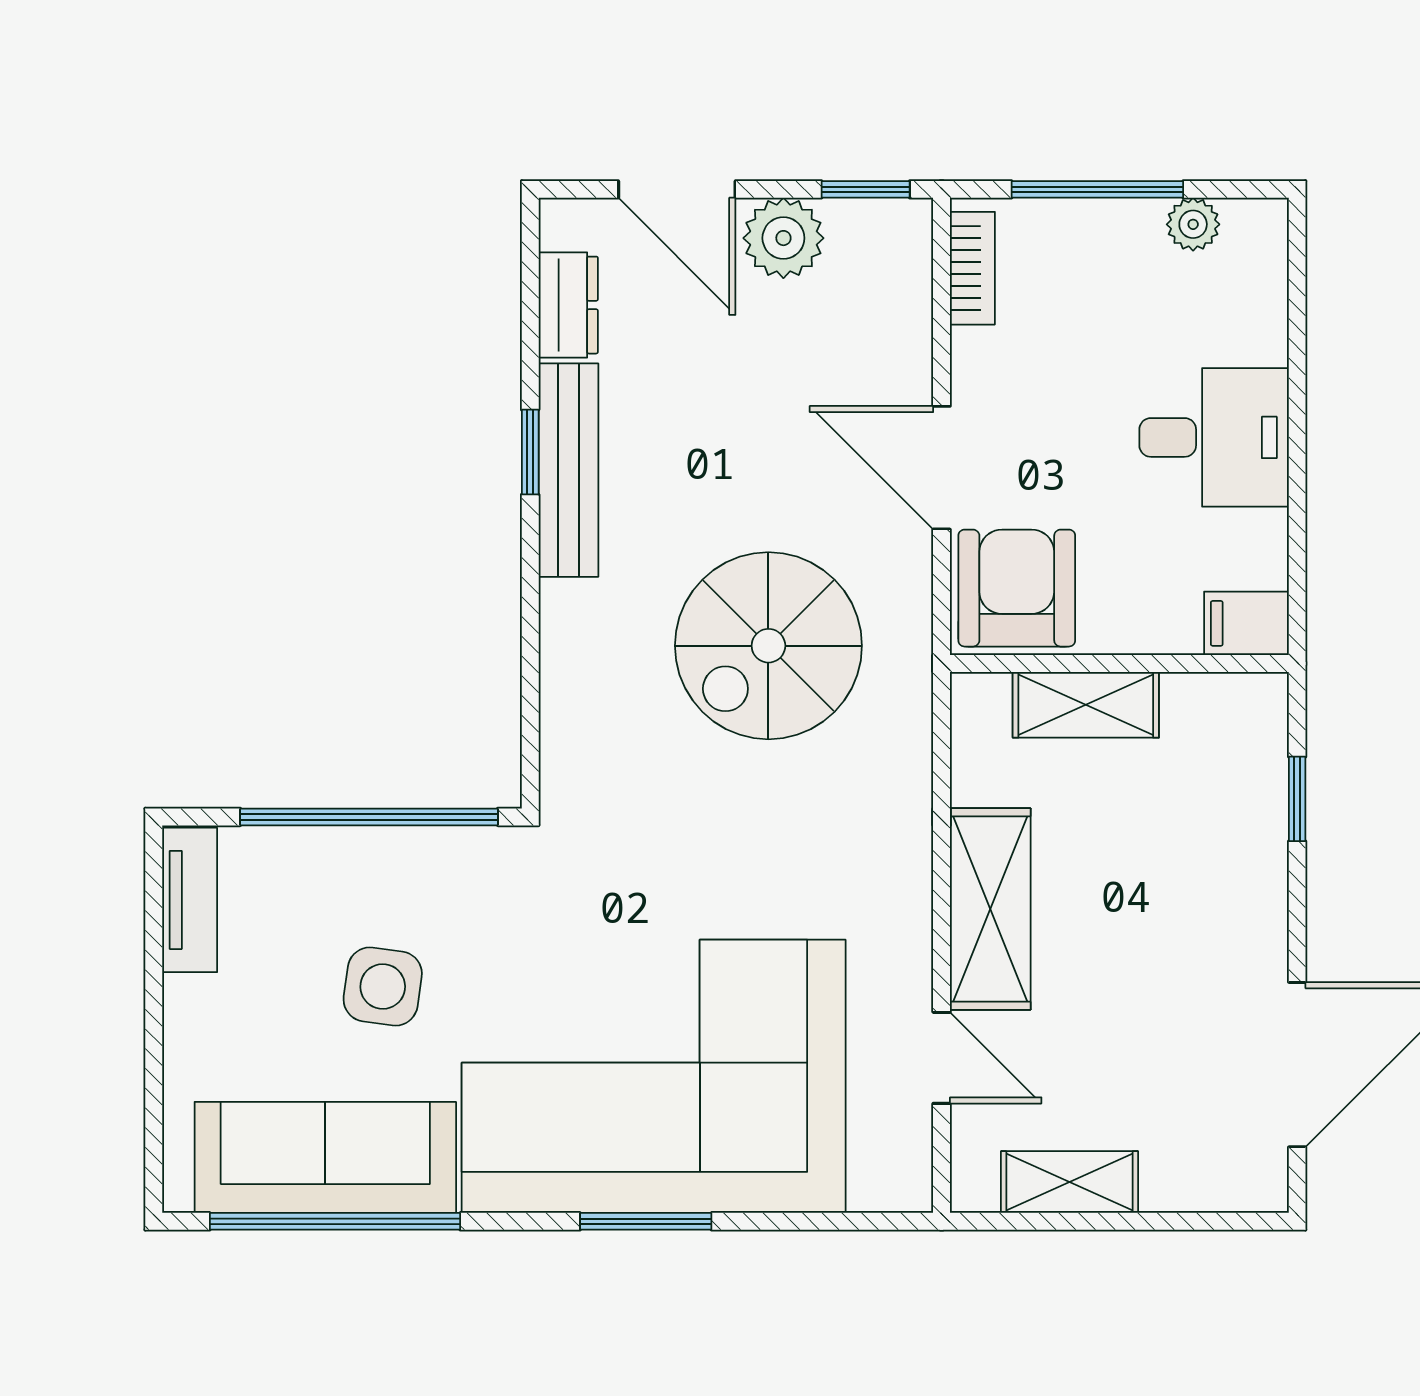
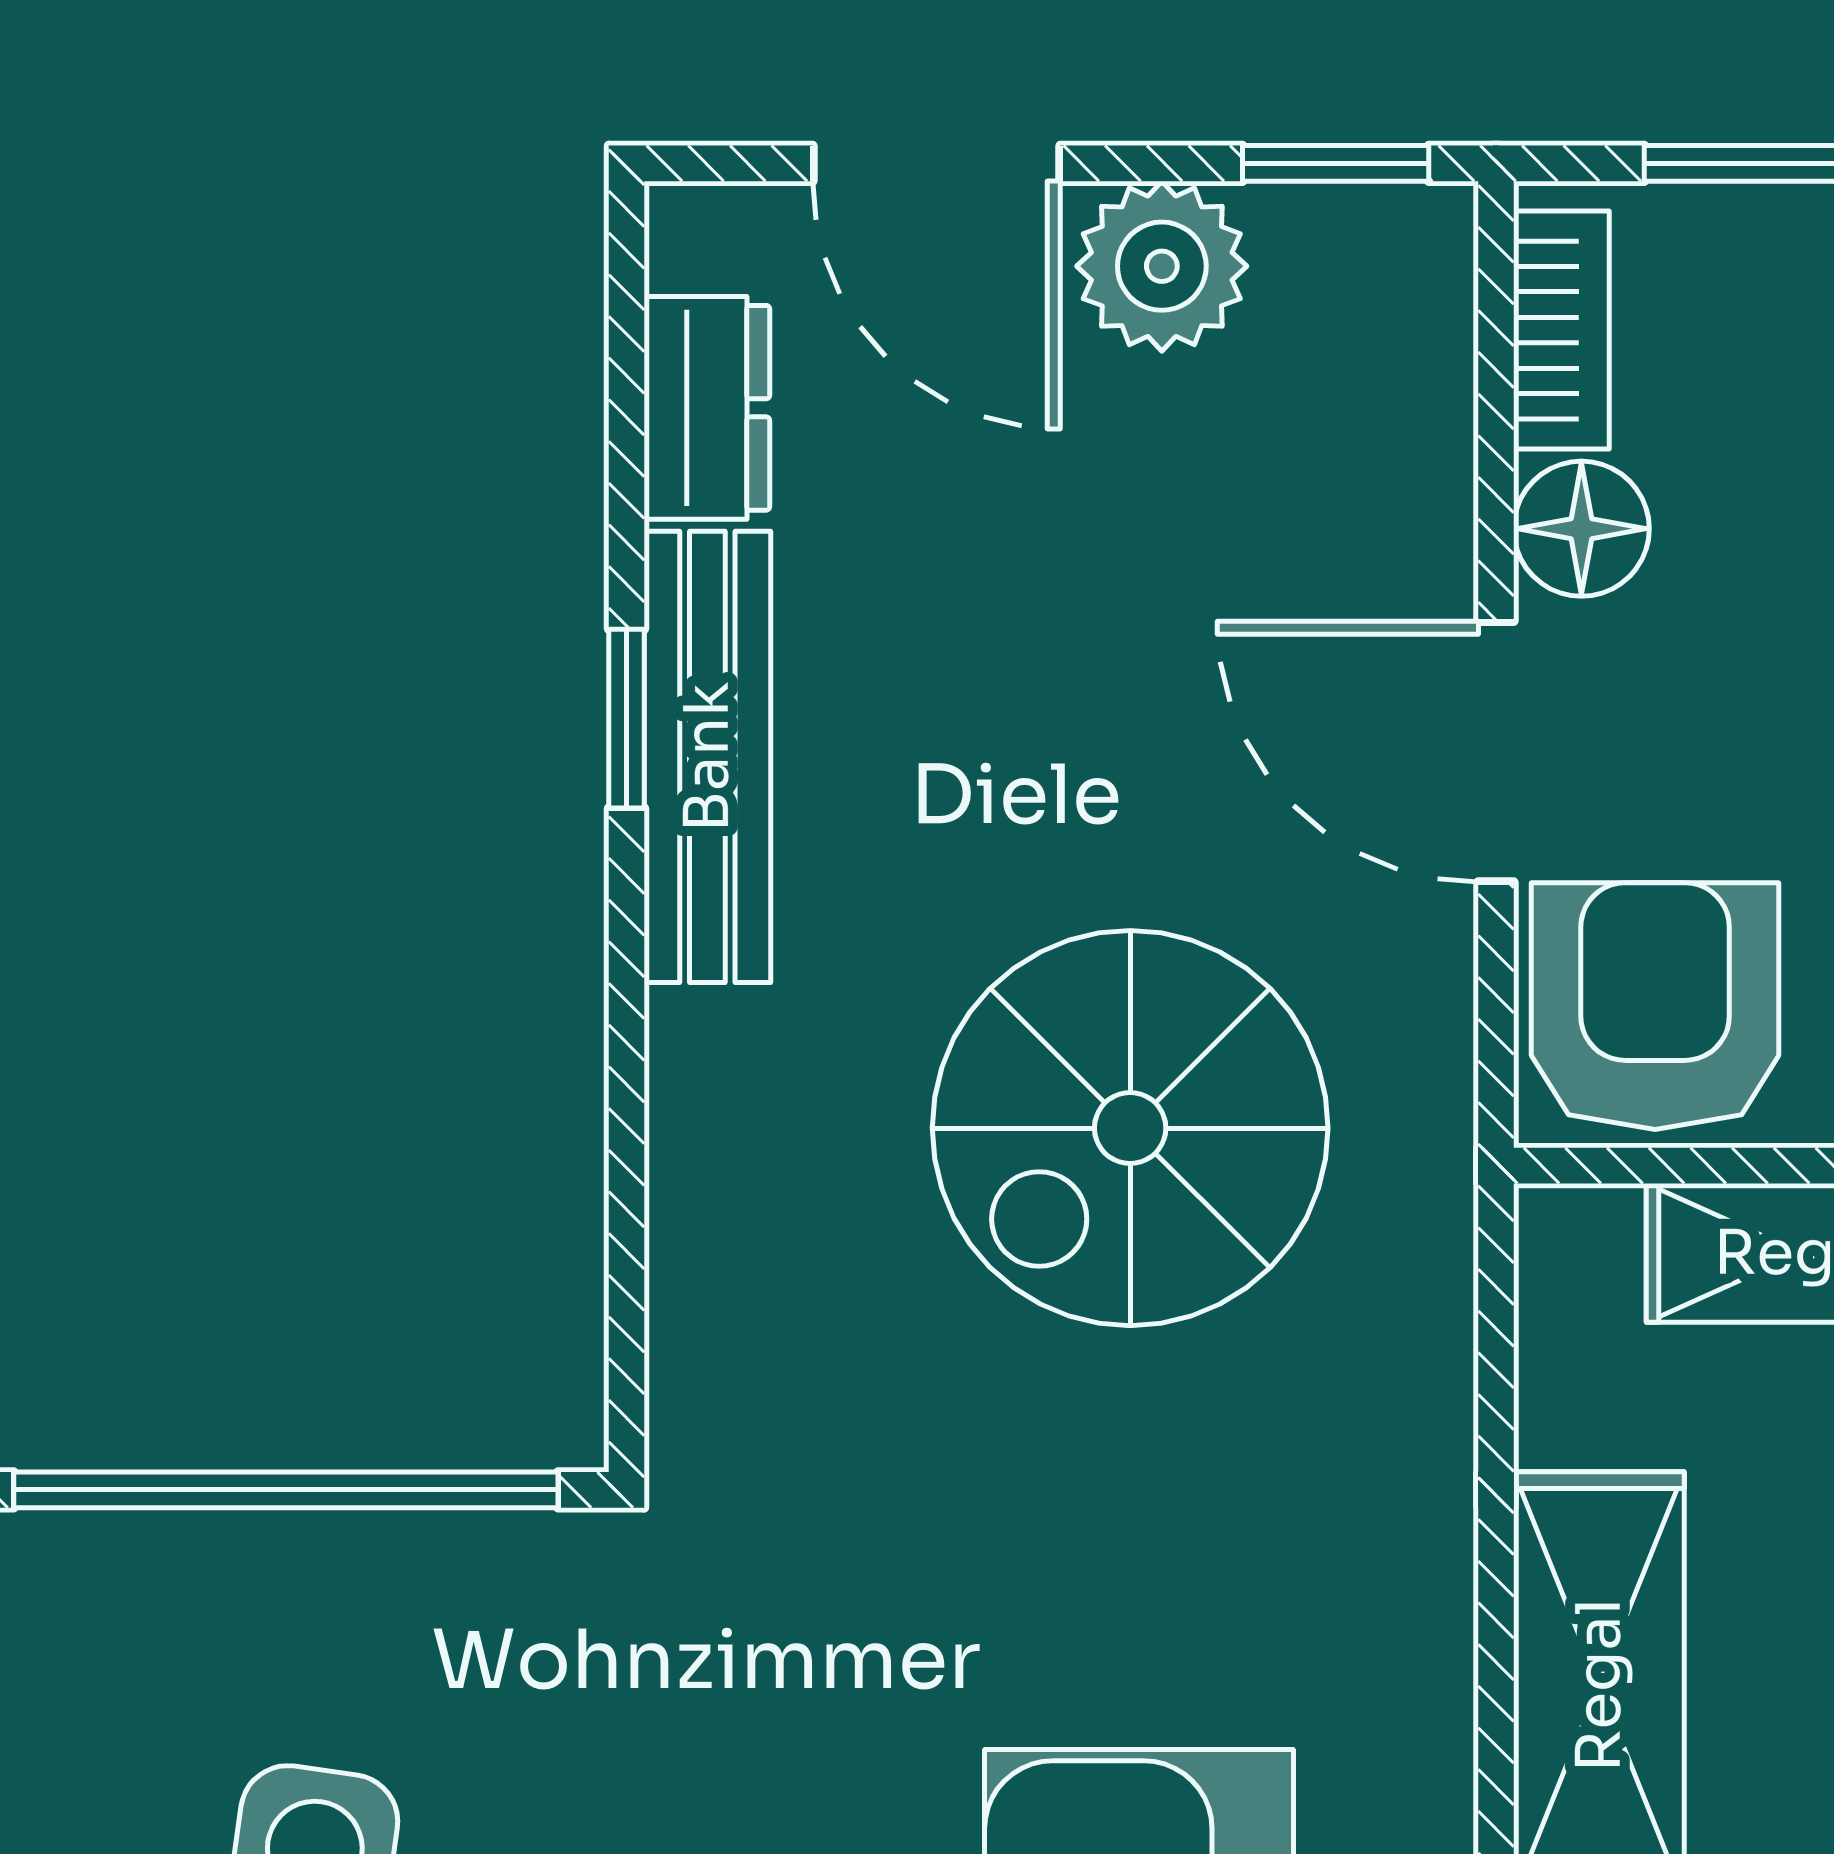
floor lamp: (982, 362) -> (1581, 529), added

